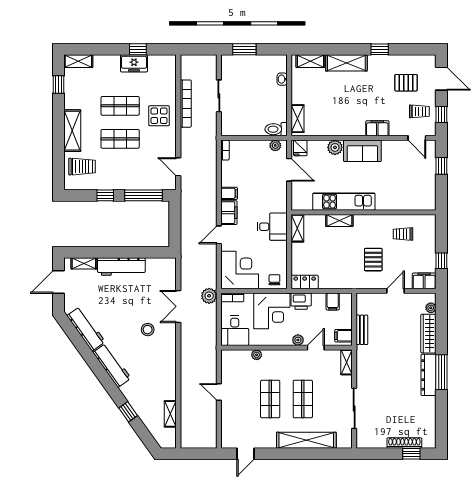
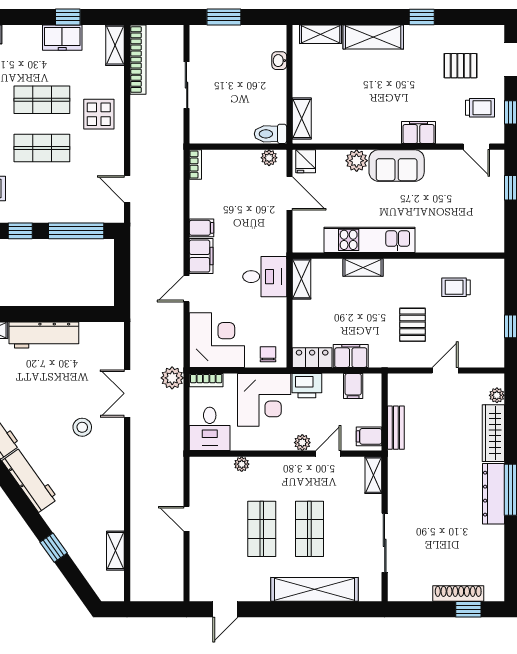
shelving: (170, 69) -> (115, 45), added
bookcase: (186, 104) -> (138, 60), moved
filing cabinet: (424, 281) -> (351, 356), moved

